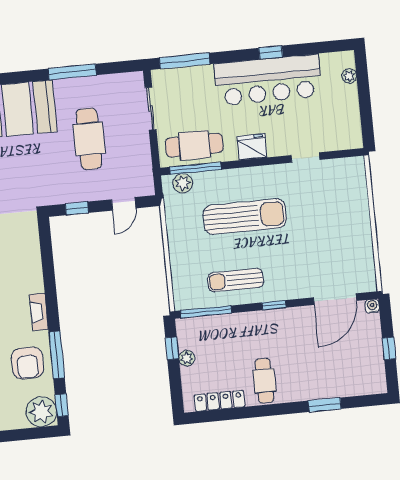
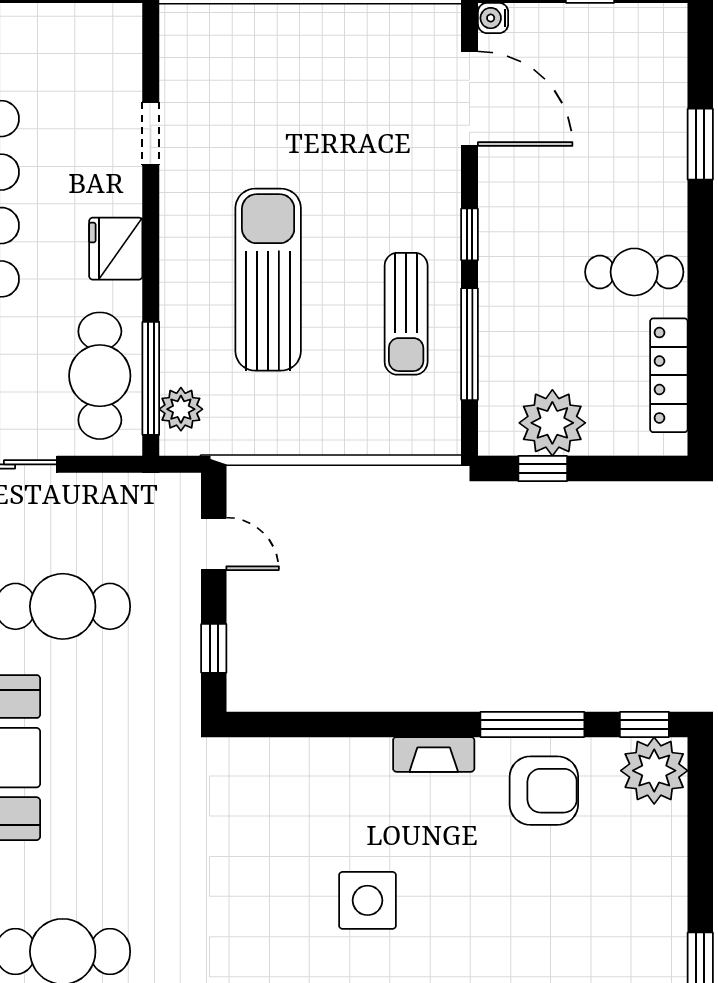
window: (206, 312) -> (470, 344), moved
plant: (187, 358) -> (552, 423), width x1.87, depth x1.87

